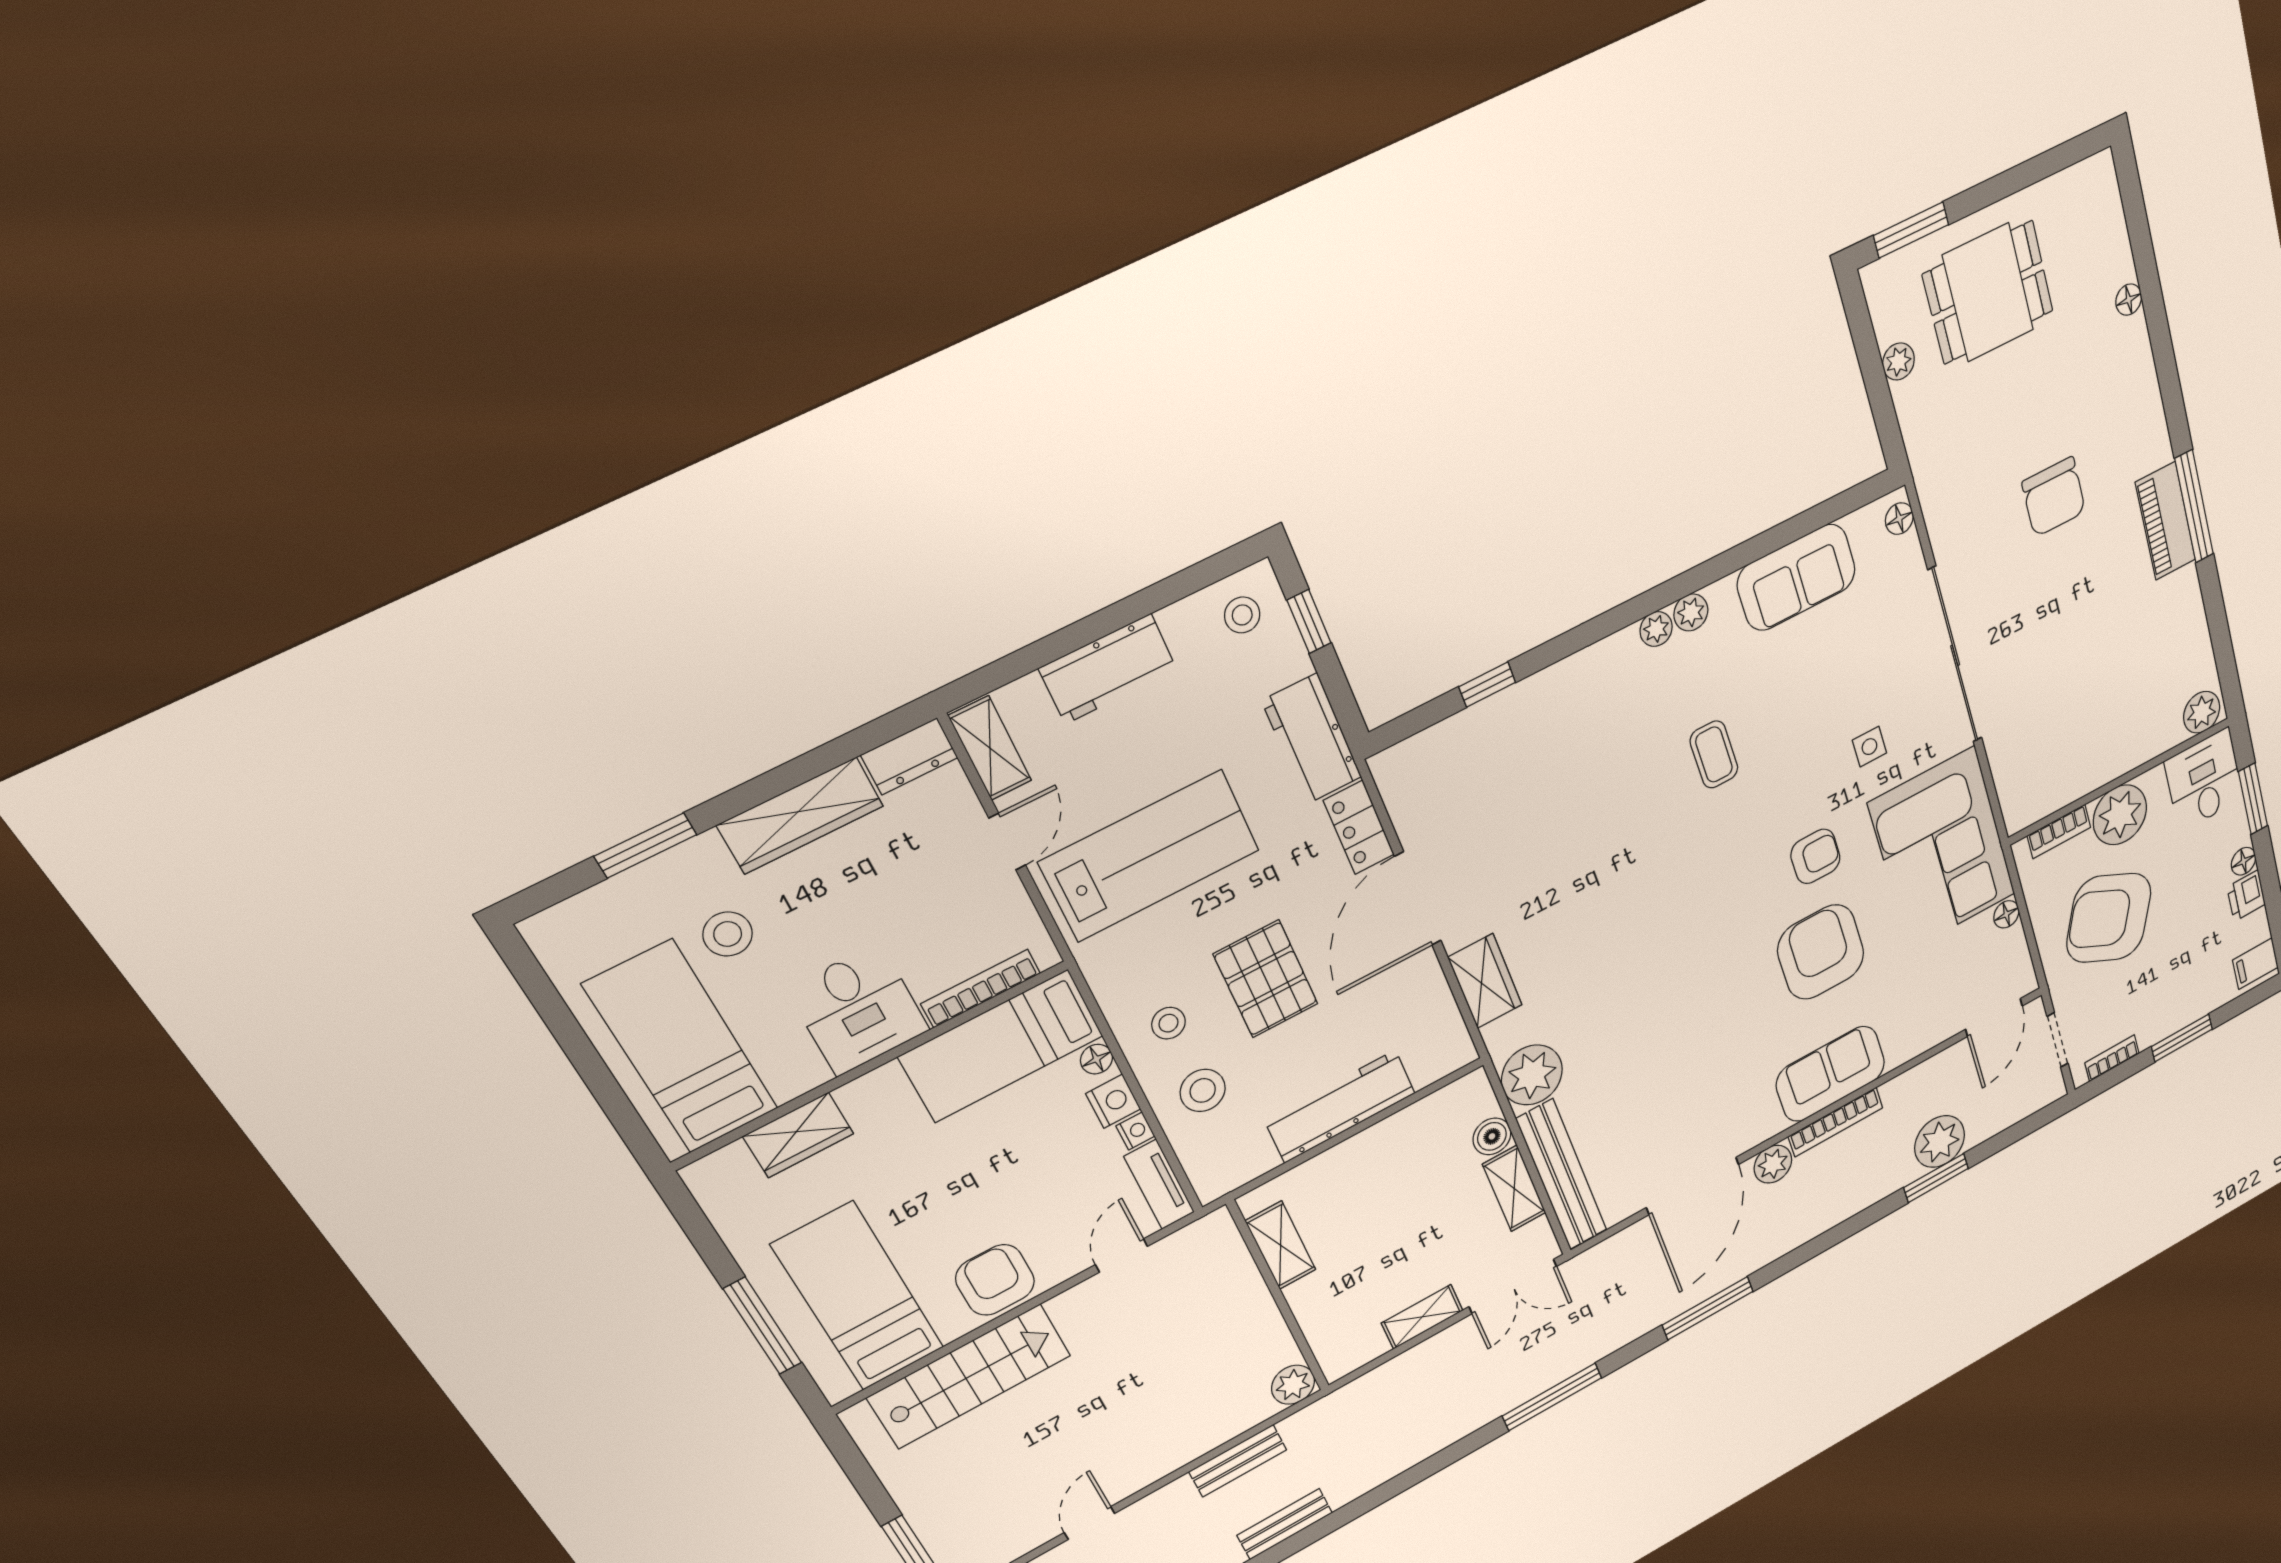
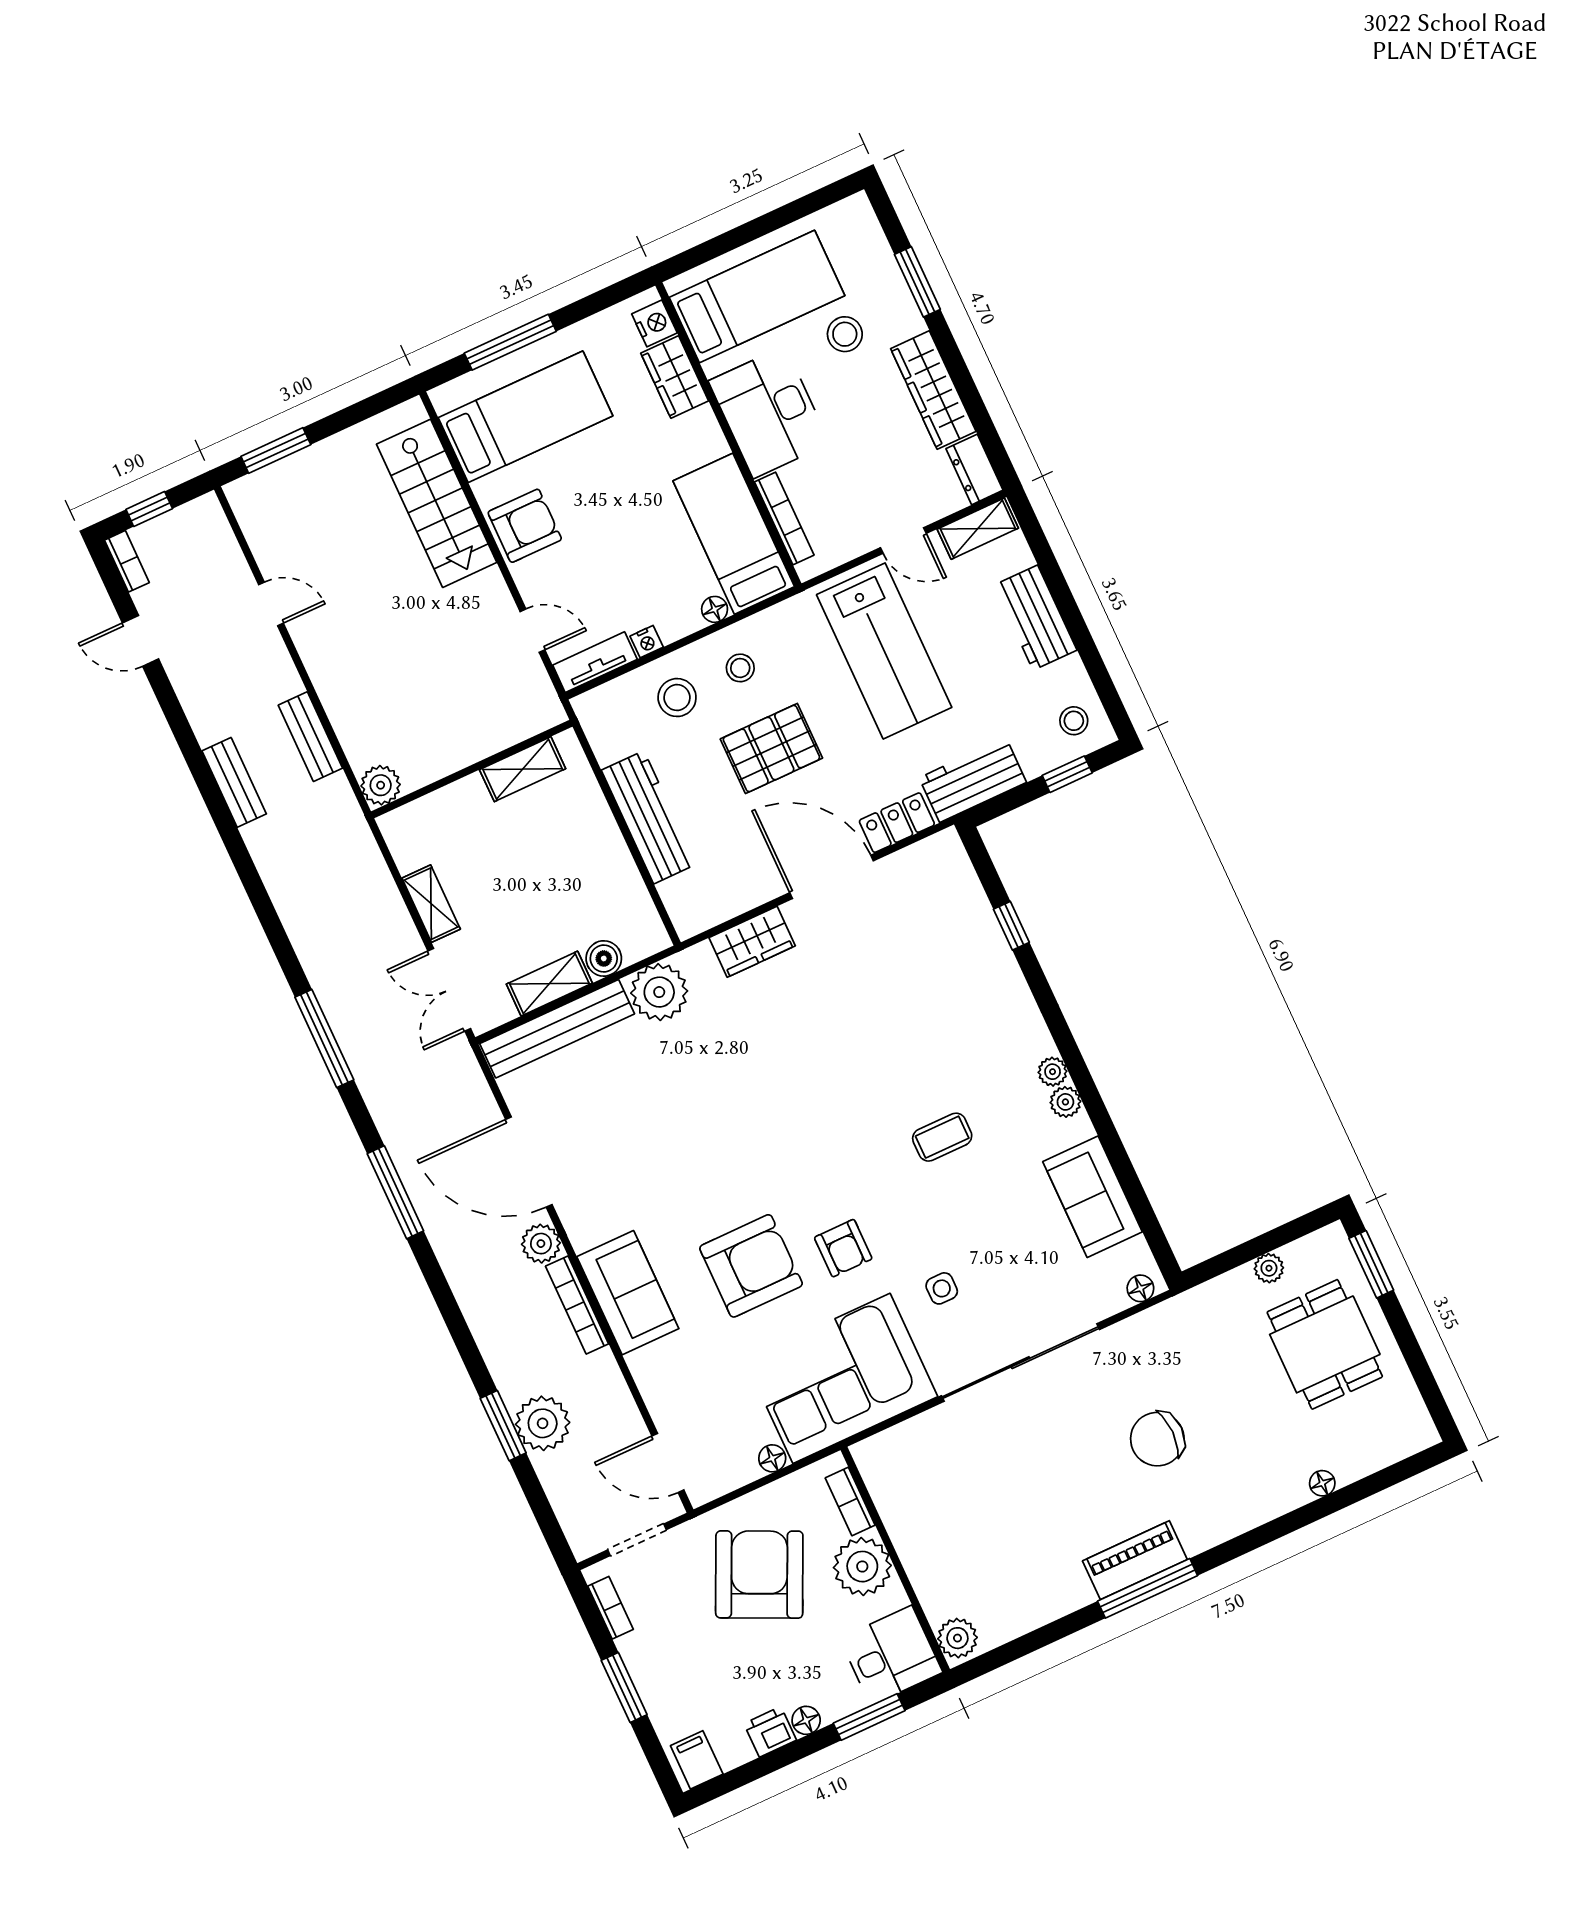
desk: (858, 1010) -> (769, 412), width x1.37
nightstand: (1113, 1101) -> (654, 323), moved, turned -90

